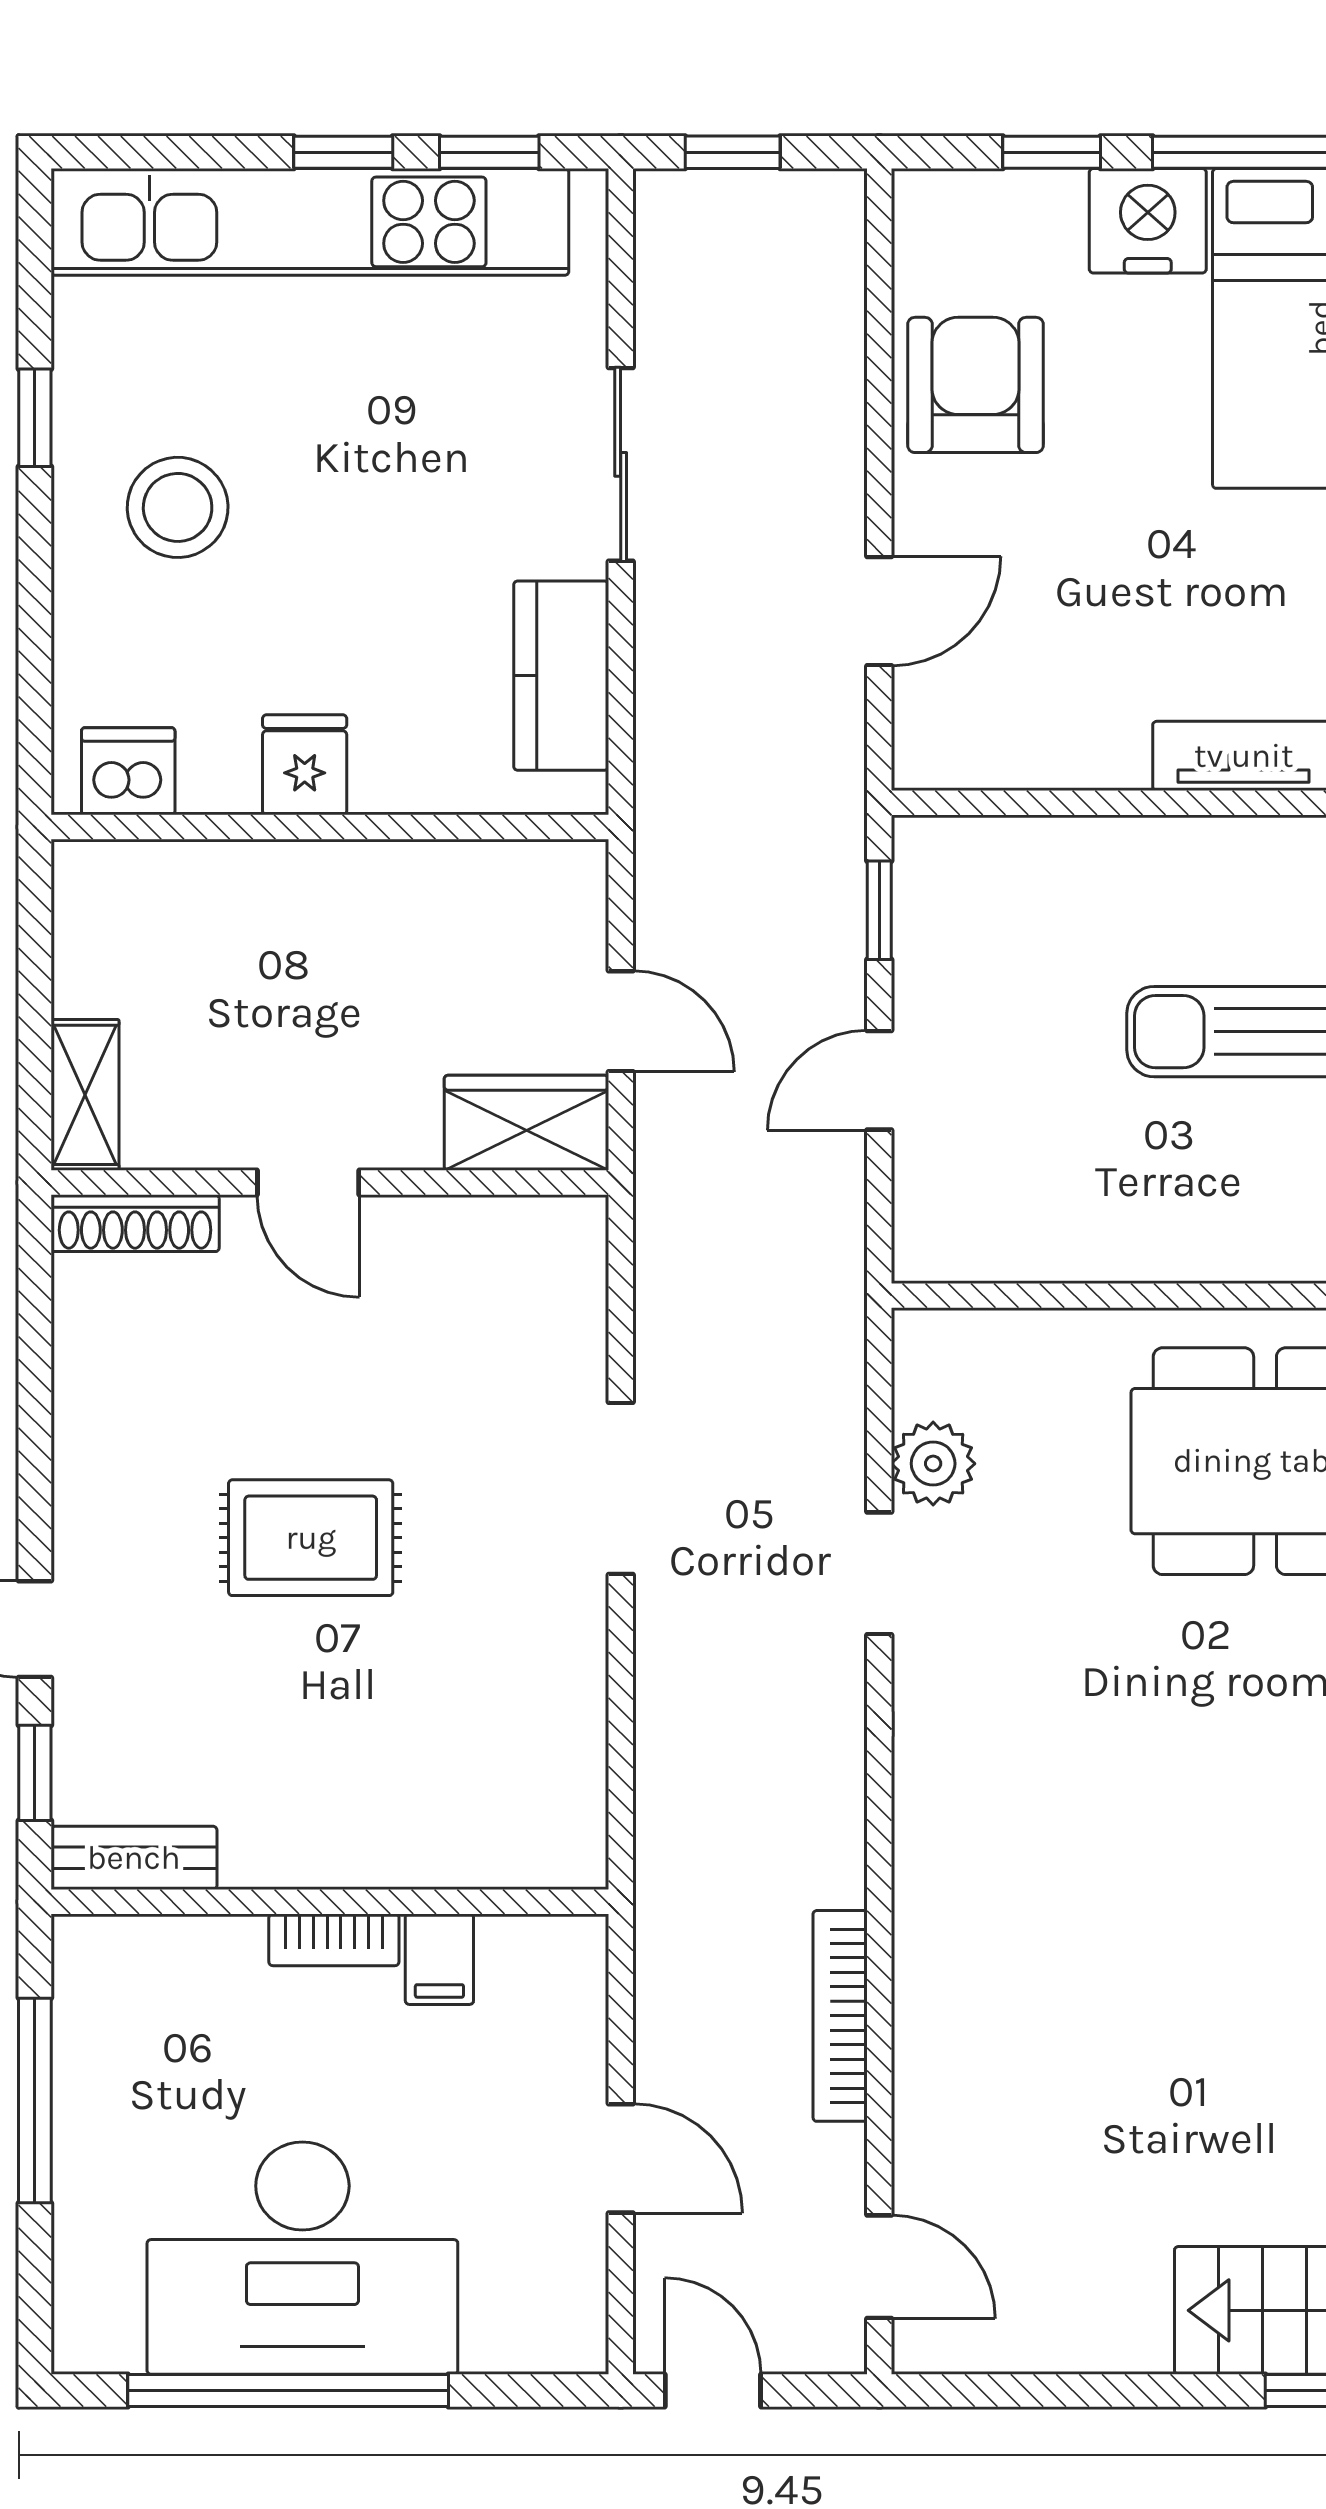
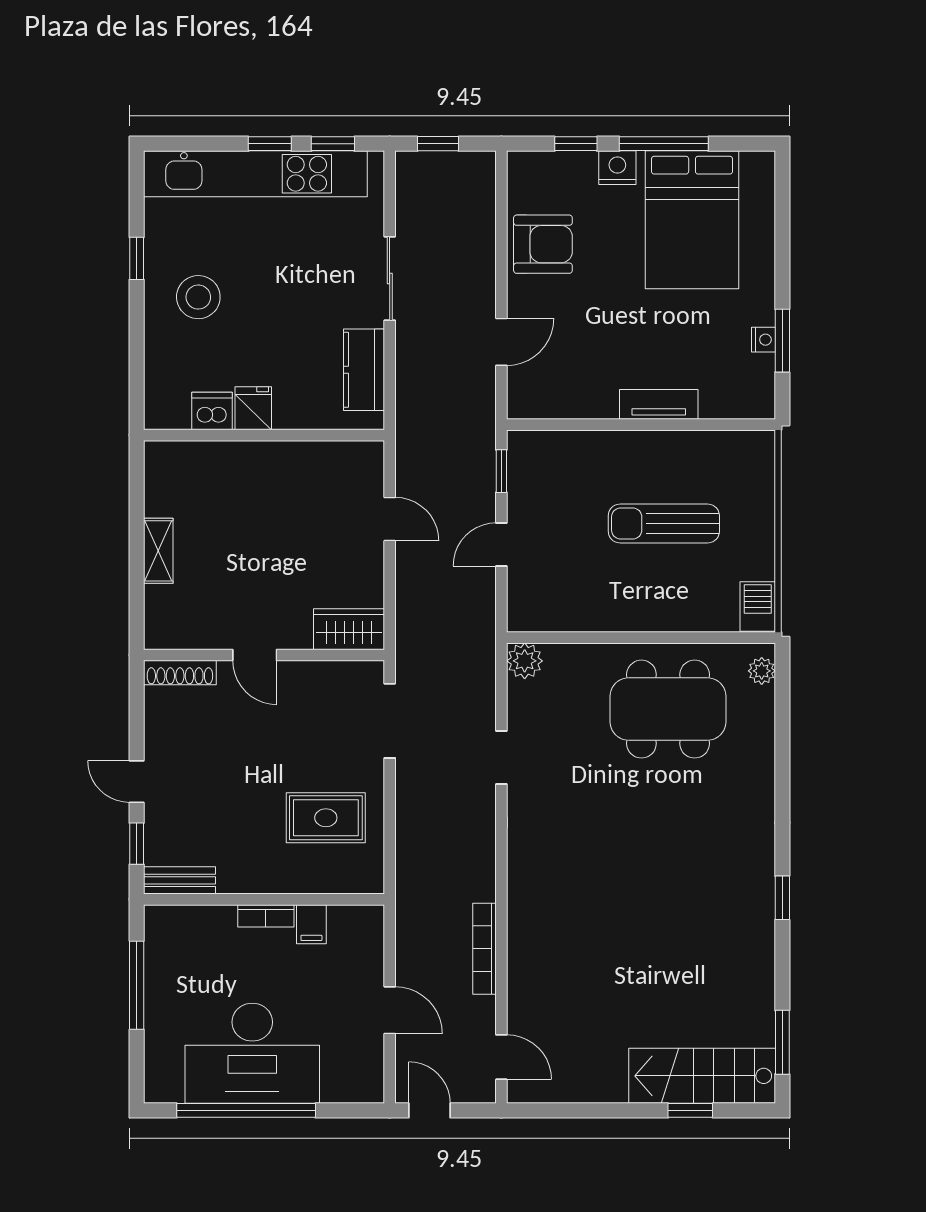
nightstand: (1148, 221) -> (617, 168), width x0.74, depth x0.75
armchair: (975, 385) -> (543, 244), turned 90
dishwasher: (128, 771) -> (212, 411), moved
wardrobe: (526, 1123) -> (349, 629), moved
door: (308, 1182) -> (255, 655), moved
wall: (330, 1182) -> (264, 655), moved
shoe rack: (135, 1223) -> (180, 673), moved
plant: (933, 1464) -> (525, 661), moved
rug: (311, 1538) -> (326, 818), moved

